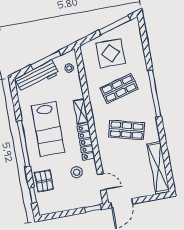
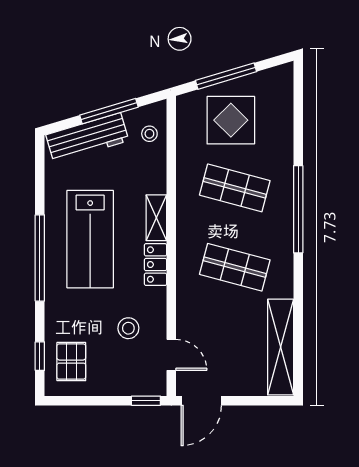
window: (115, 25) -> (226, 76), moved
shop shelf: (119, 88) -> (235, 188), turned 30
locker: (86, 142) -> (156, 265), width x0.66
pallet: (44, 181) -> (71, 362), moved

